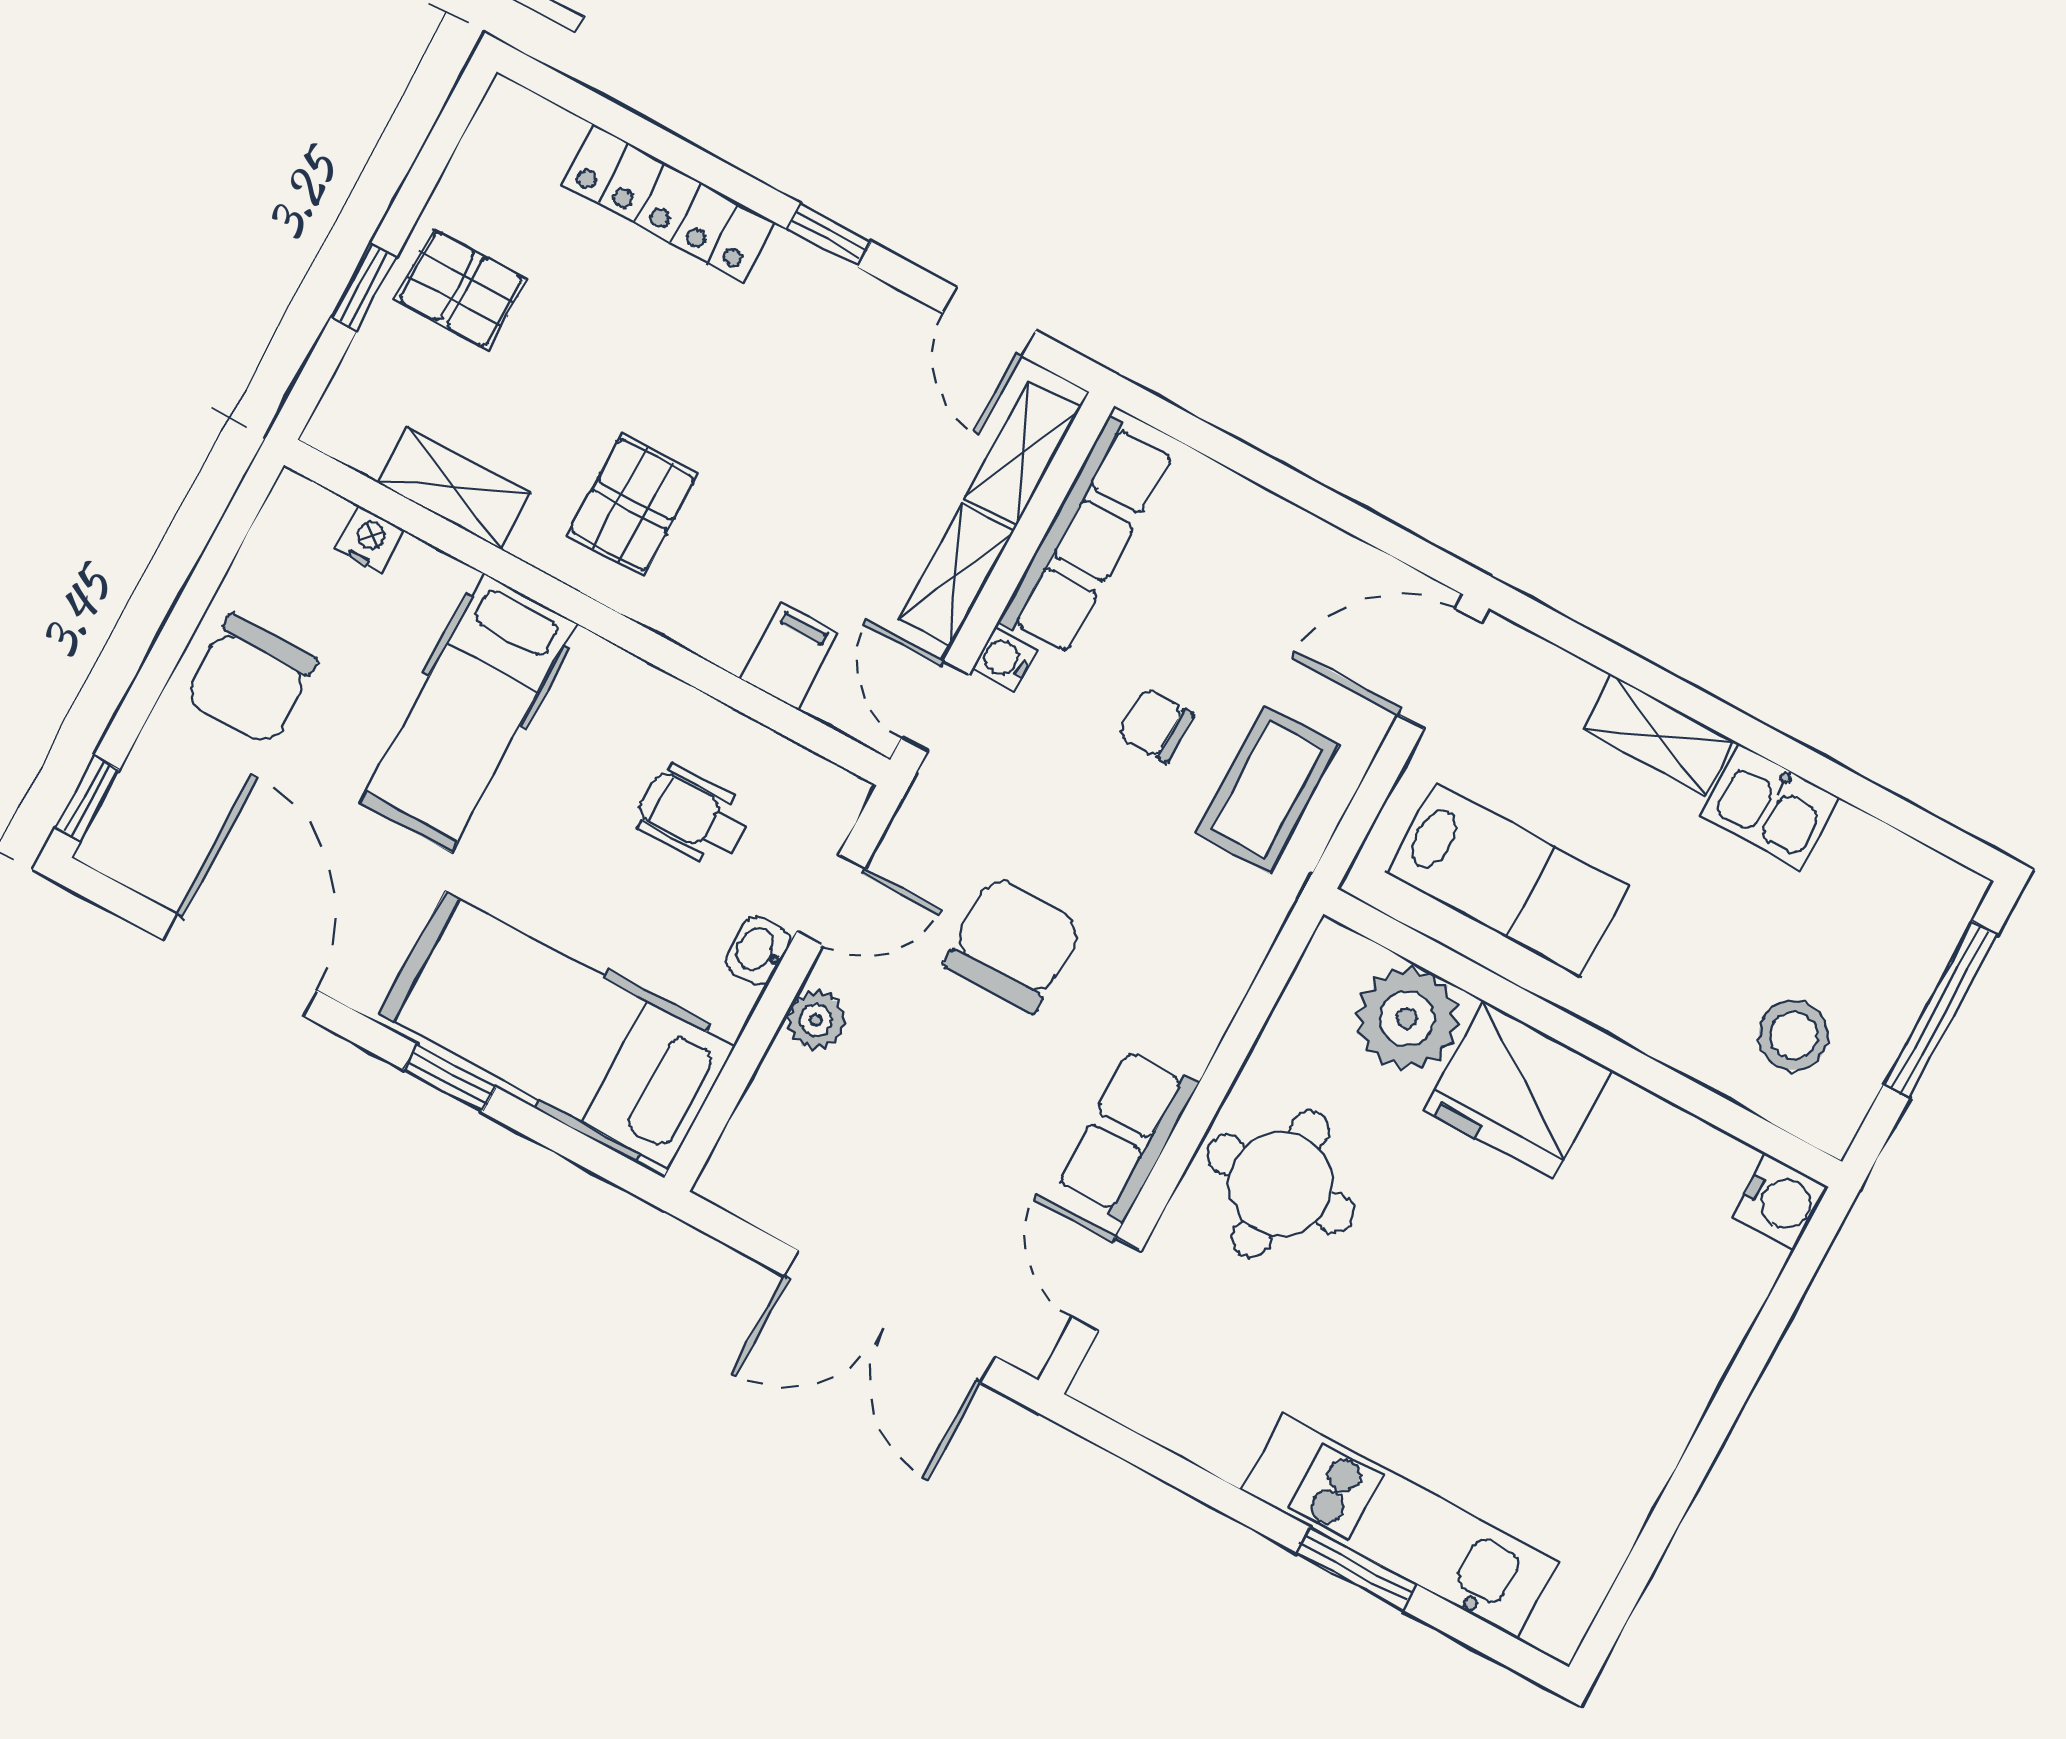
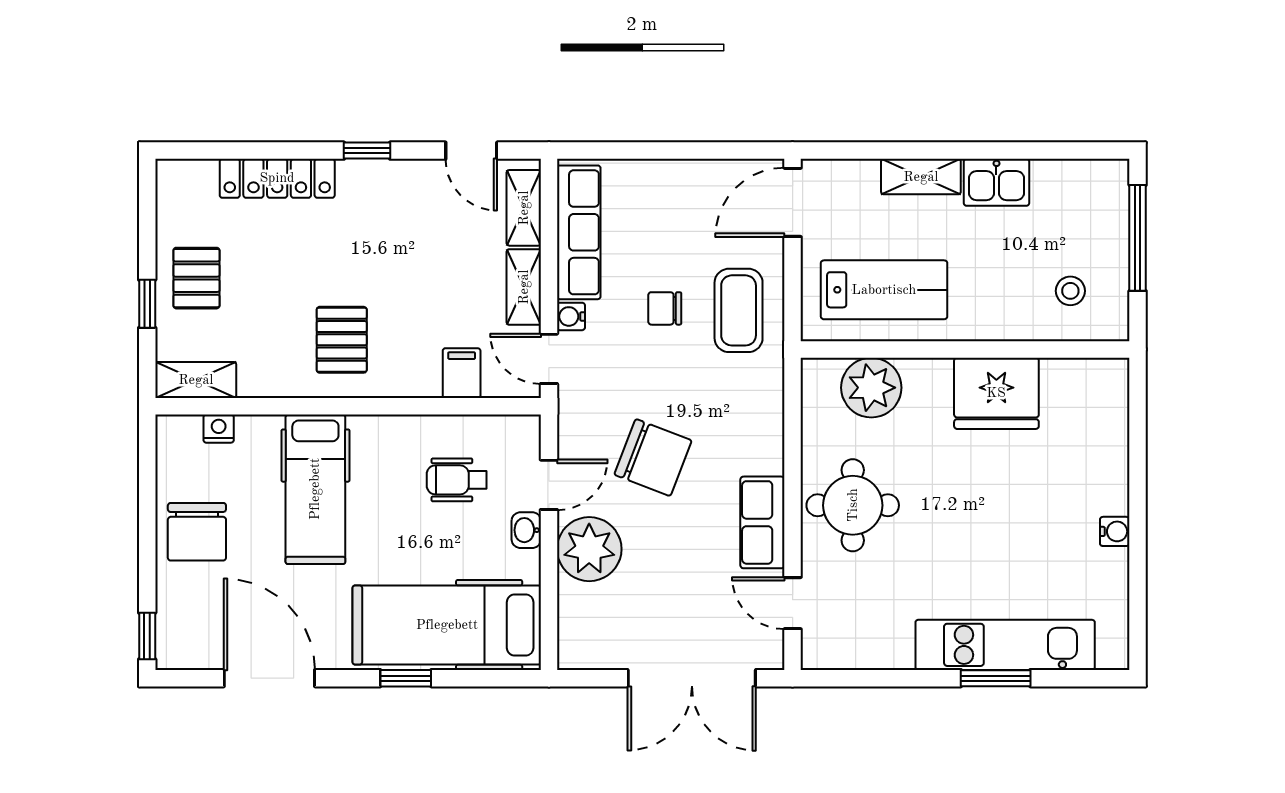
pallet: (461, 289) -> (196, 278), turned 90
shelving: (454, 488) -> (196, 380), moved
chair: (1013, 945) -> (653, 458), turned 111
plant: (816, 1020) -> (589, 549), width x1.88, depth x1.88
stool: (1793, 1035) -> (1070, 291), width x0.73, depth x0.73
fridge: (1518, 1090) -> (996, 393), moved
water cooler: (1781, 1201) -> (1115, 531), moved, width x0.72, depth x0.72

